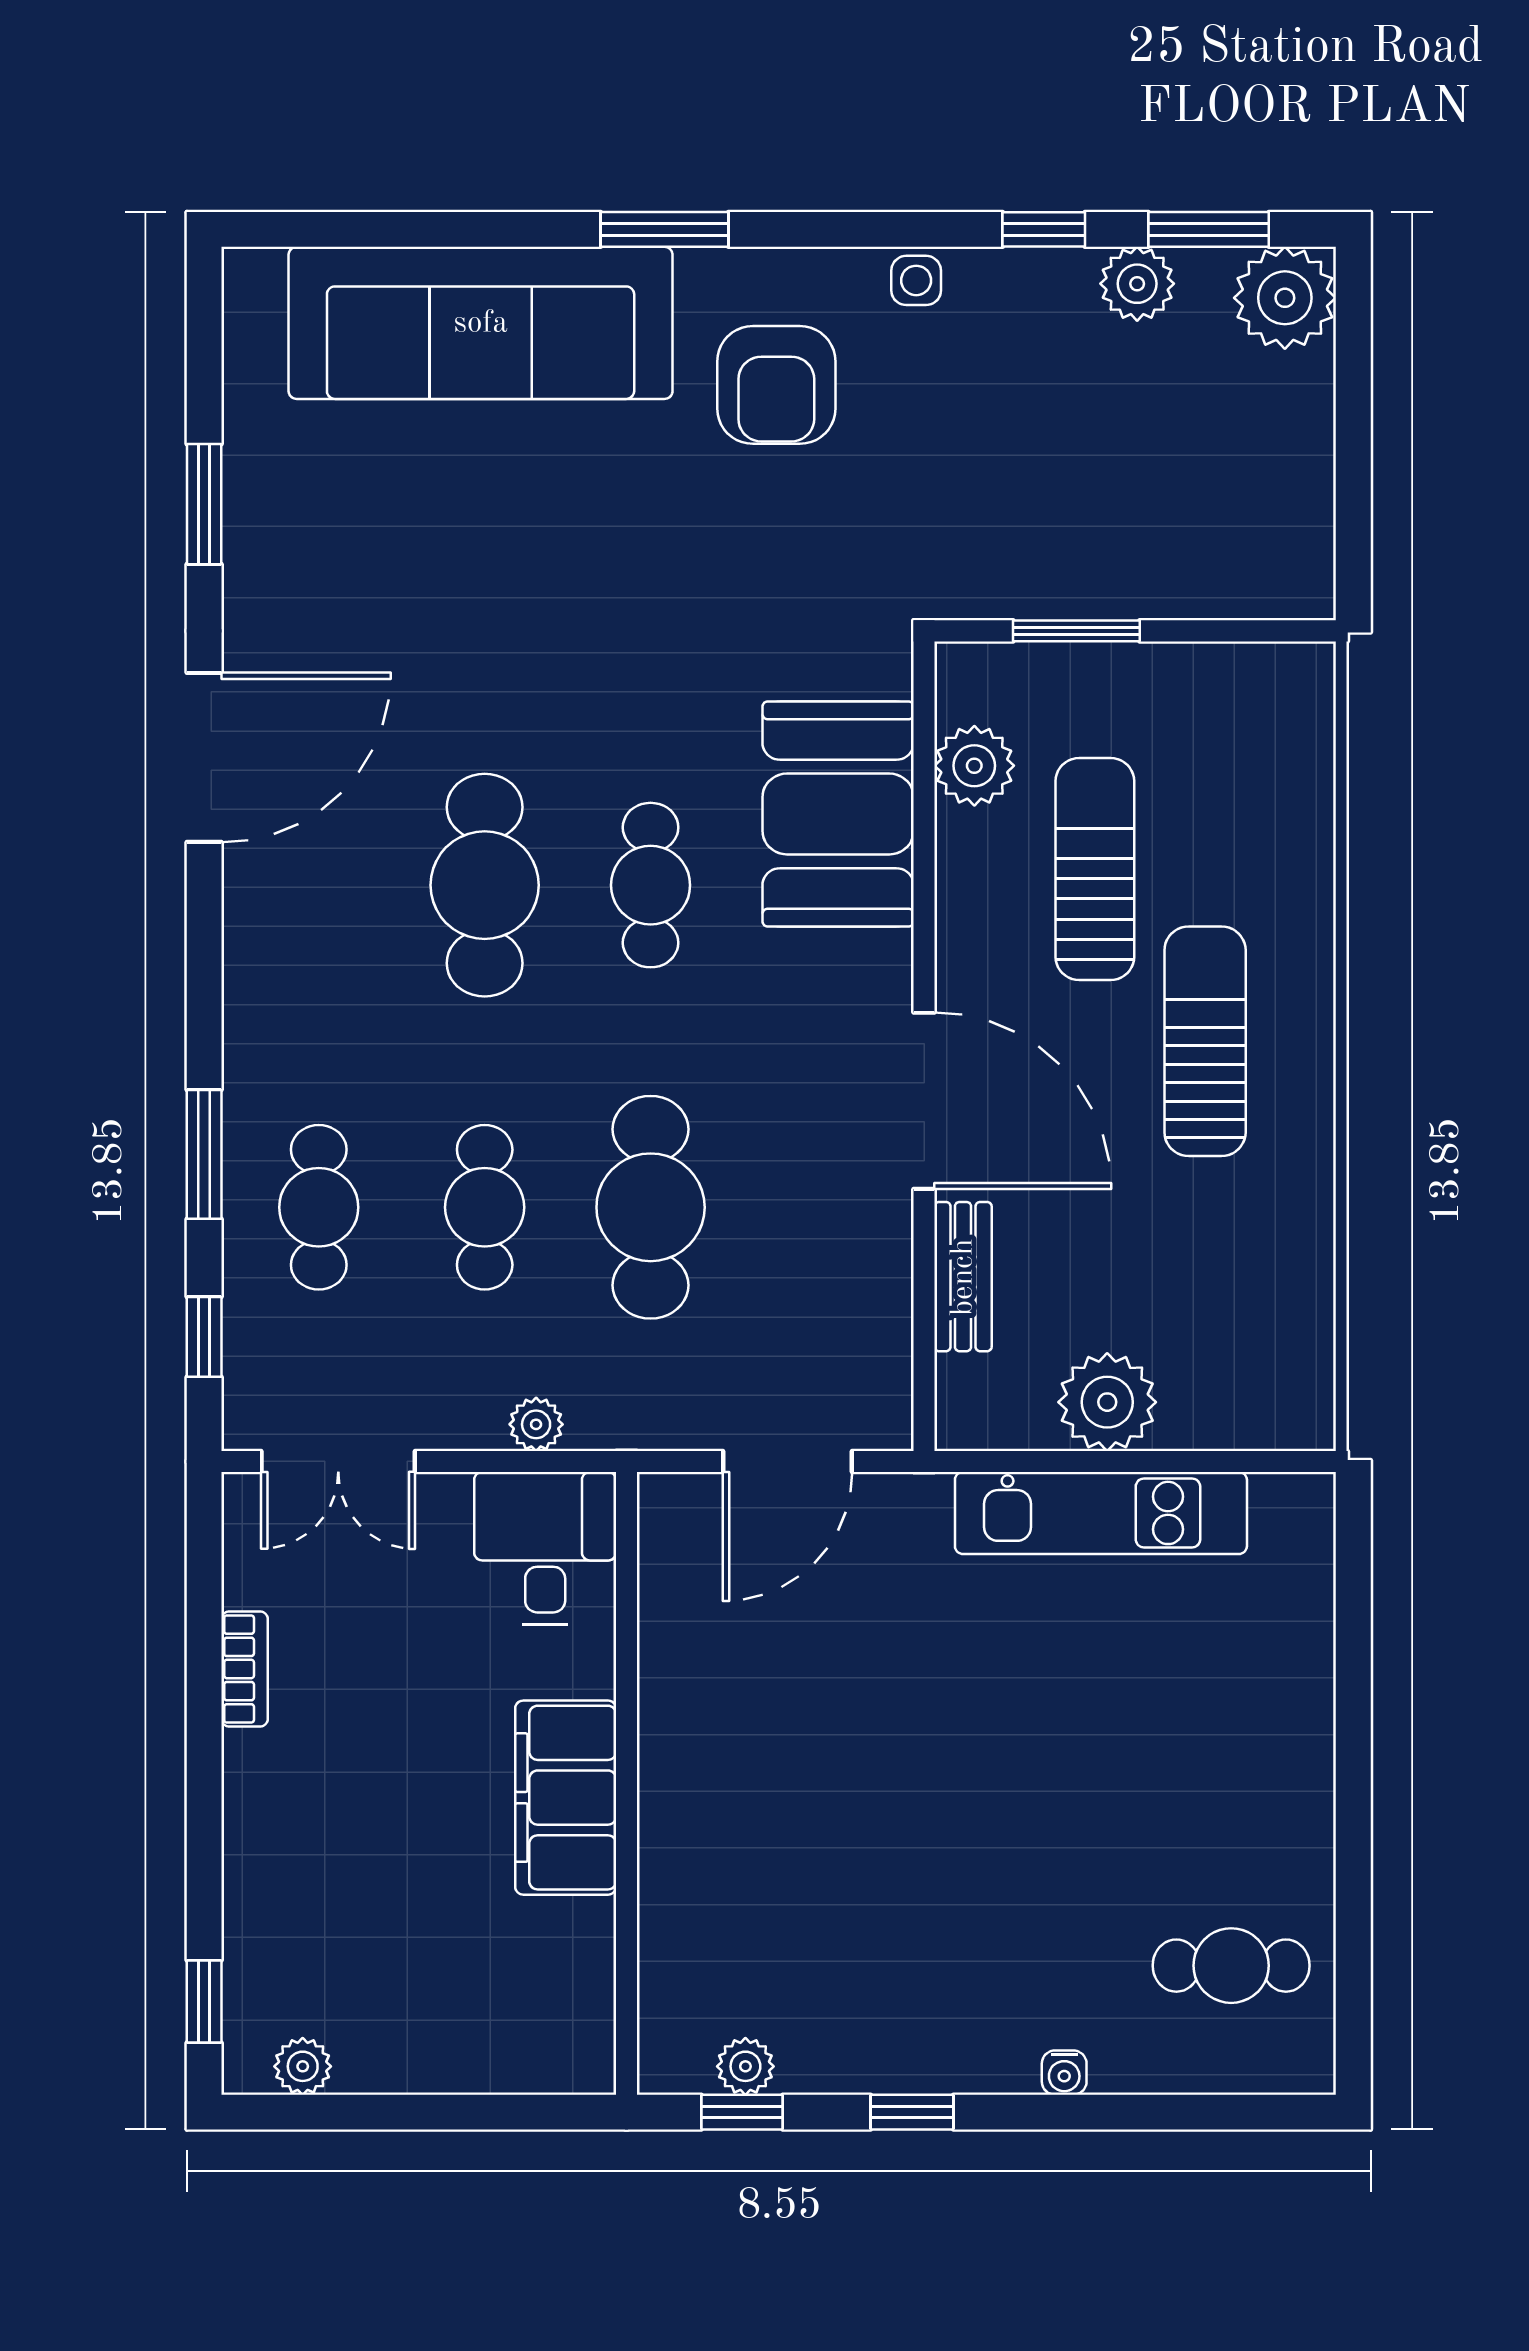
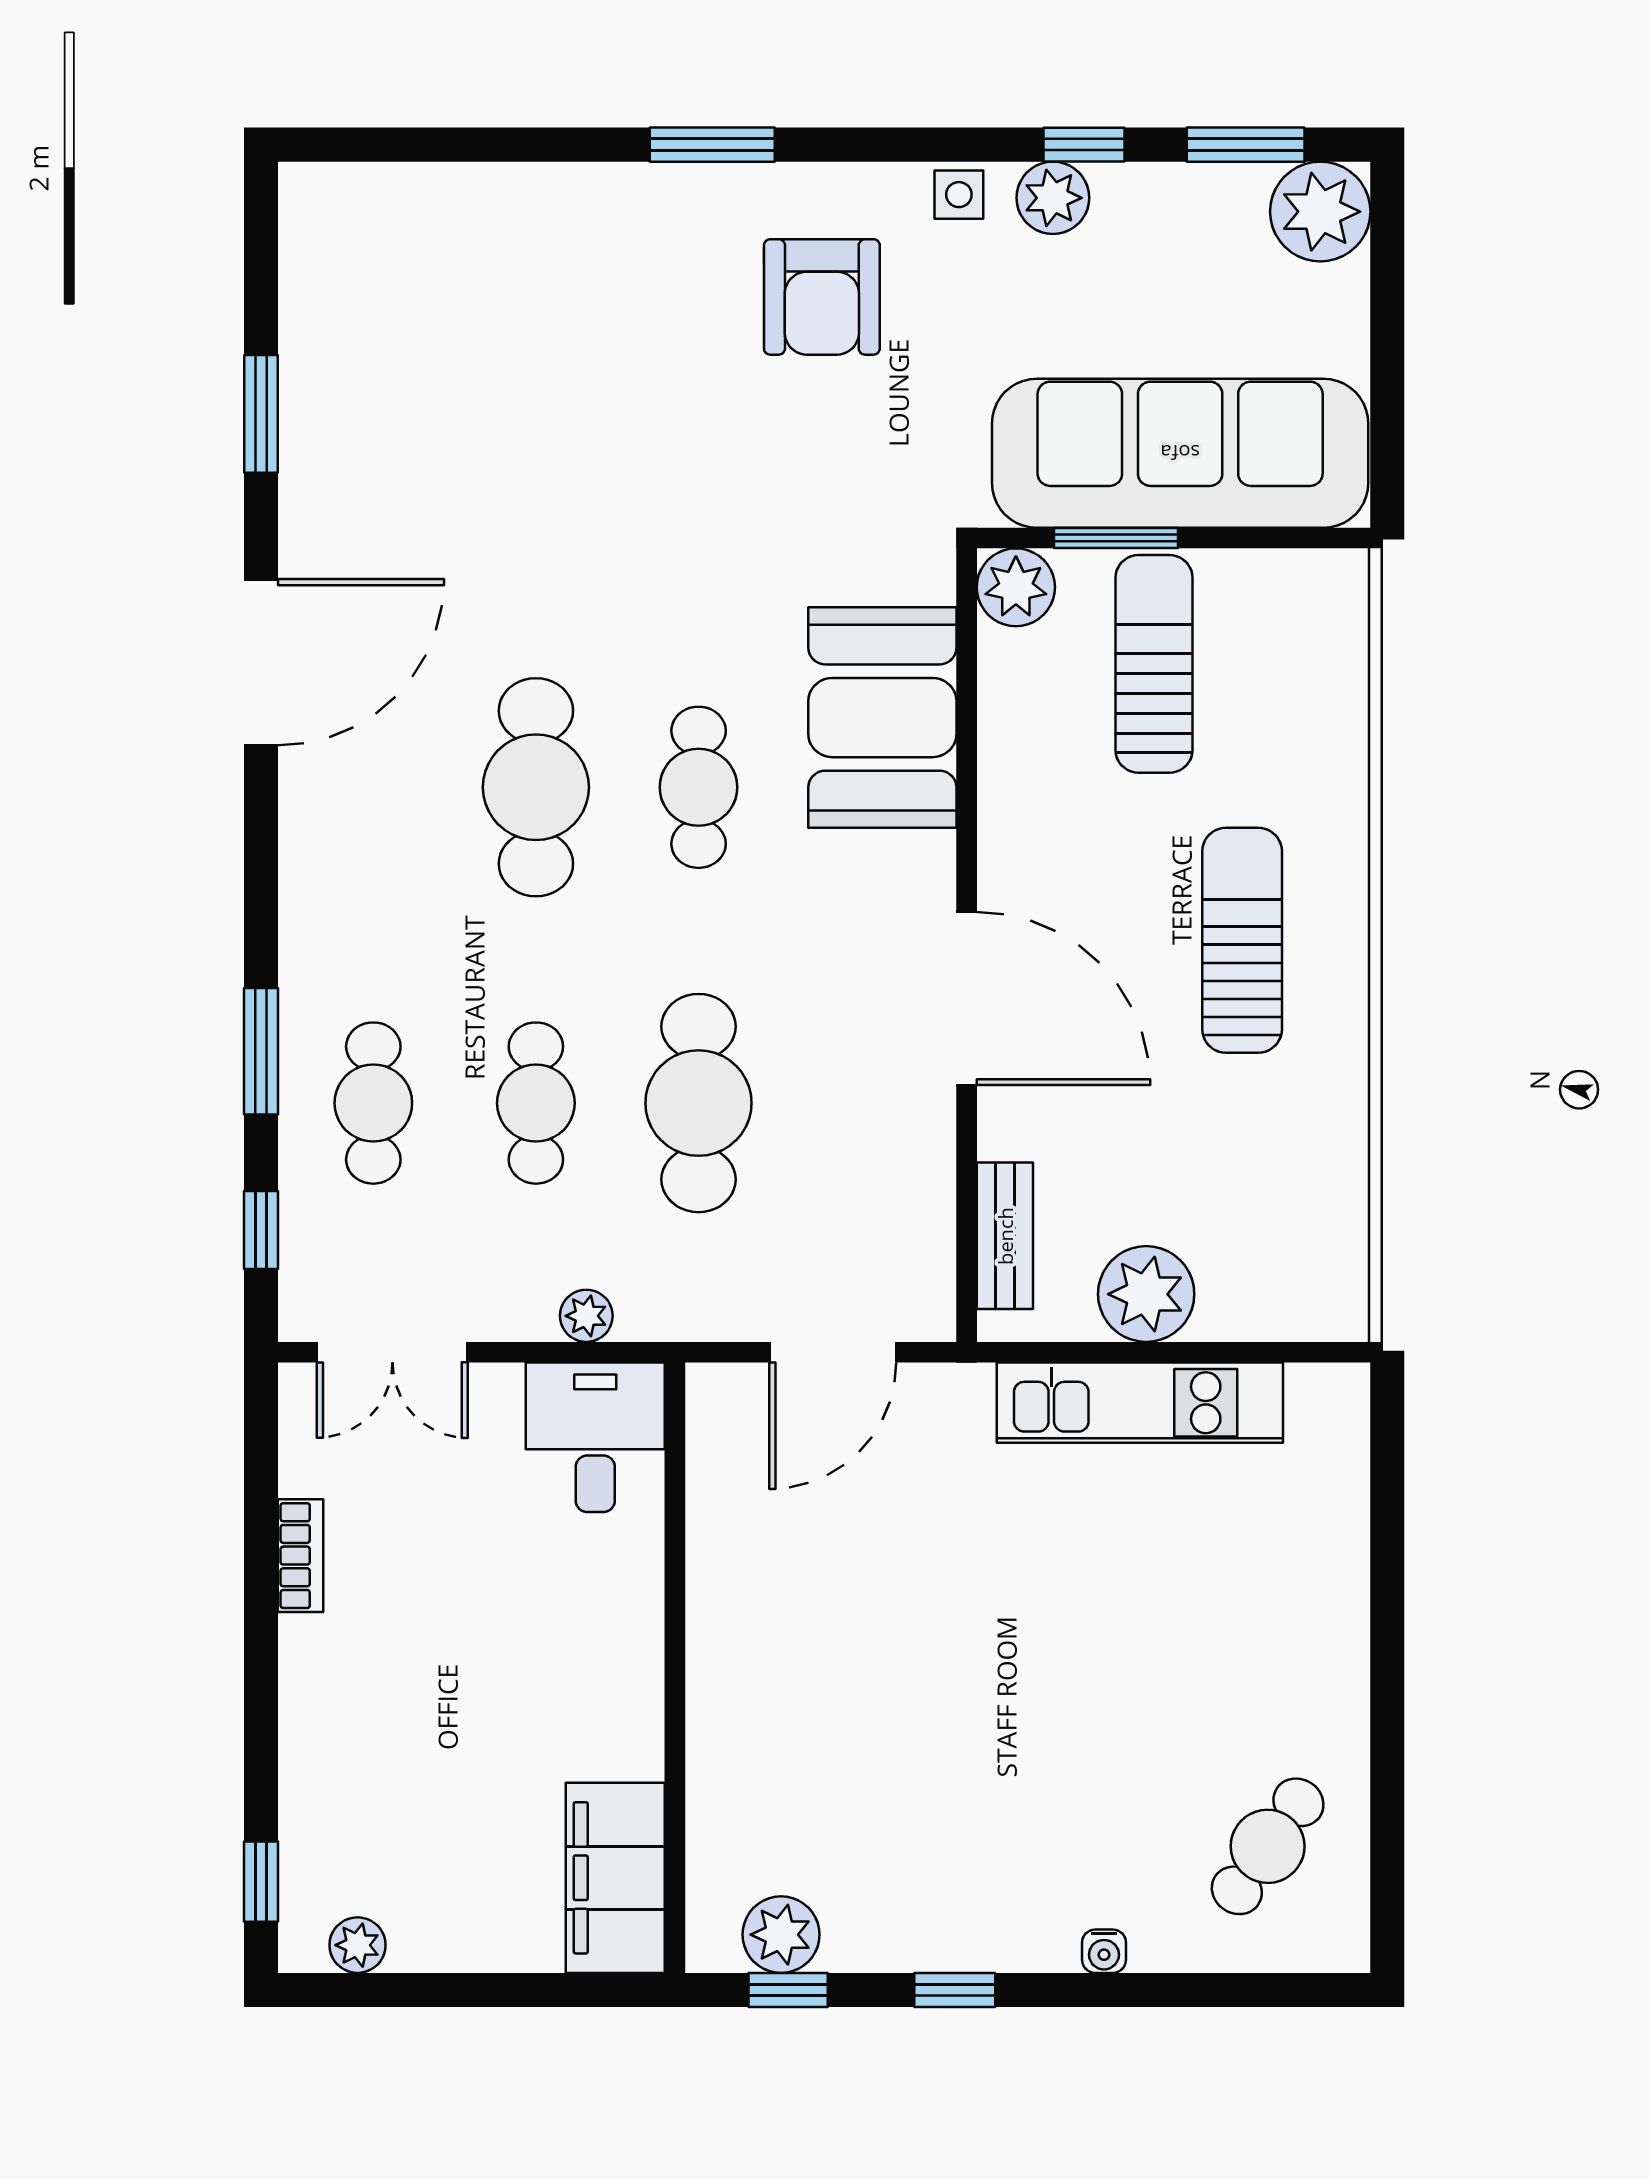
plant: (1137, 284) -> (1053, 198), moved
sofa: (481, 323) -> (1180, 453), moved, turned 180
plant: (974, 766) -> (1016, 587), moved
sun lounger: (1095, 869) -> (1154, 664), moved
bench: (963, 1277) -> (1005, 1236), moved
filing cabinet: (566, 1798) -> (615, 1878), moved
cafe table: (1231, 1966) -> (1268, 1846), turned -55
plant: (745, 2066) -> (781, 1935), width x1.38, depth x1.38

